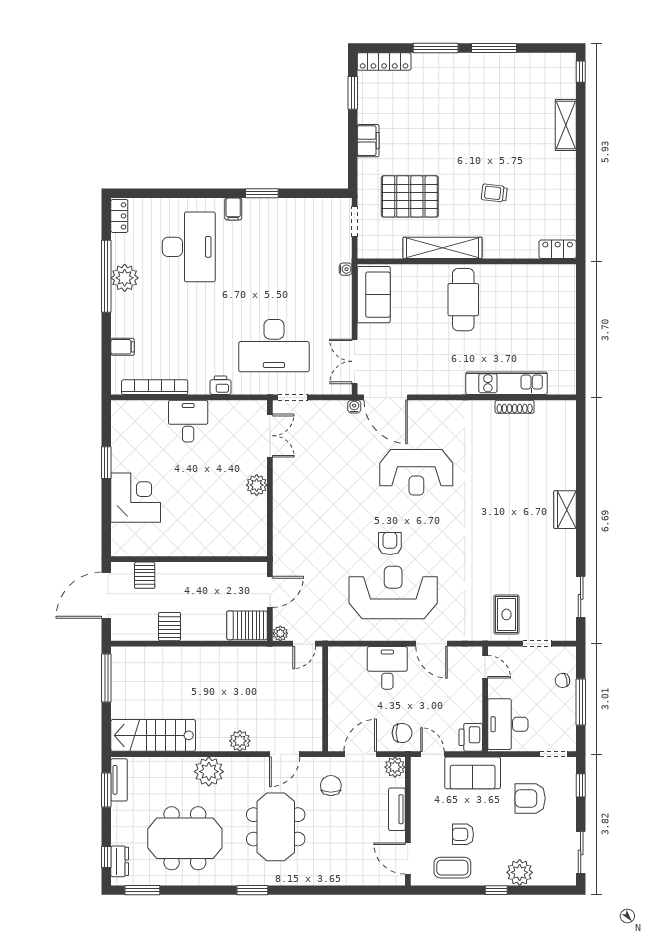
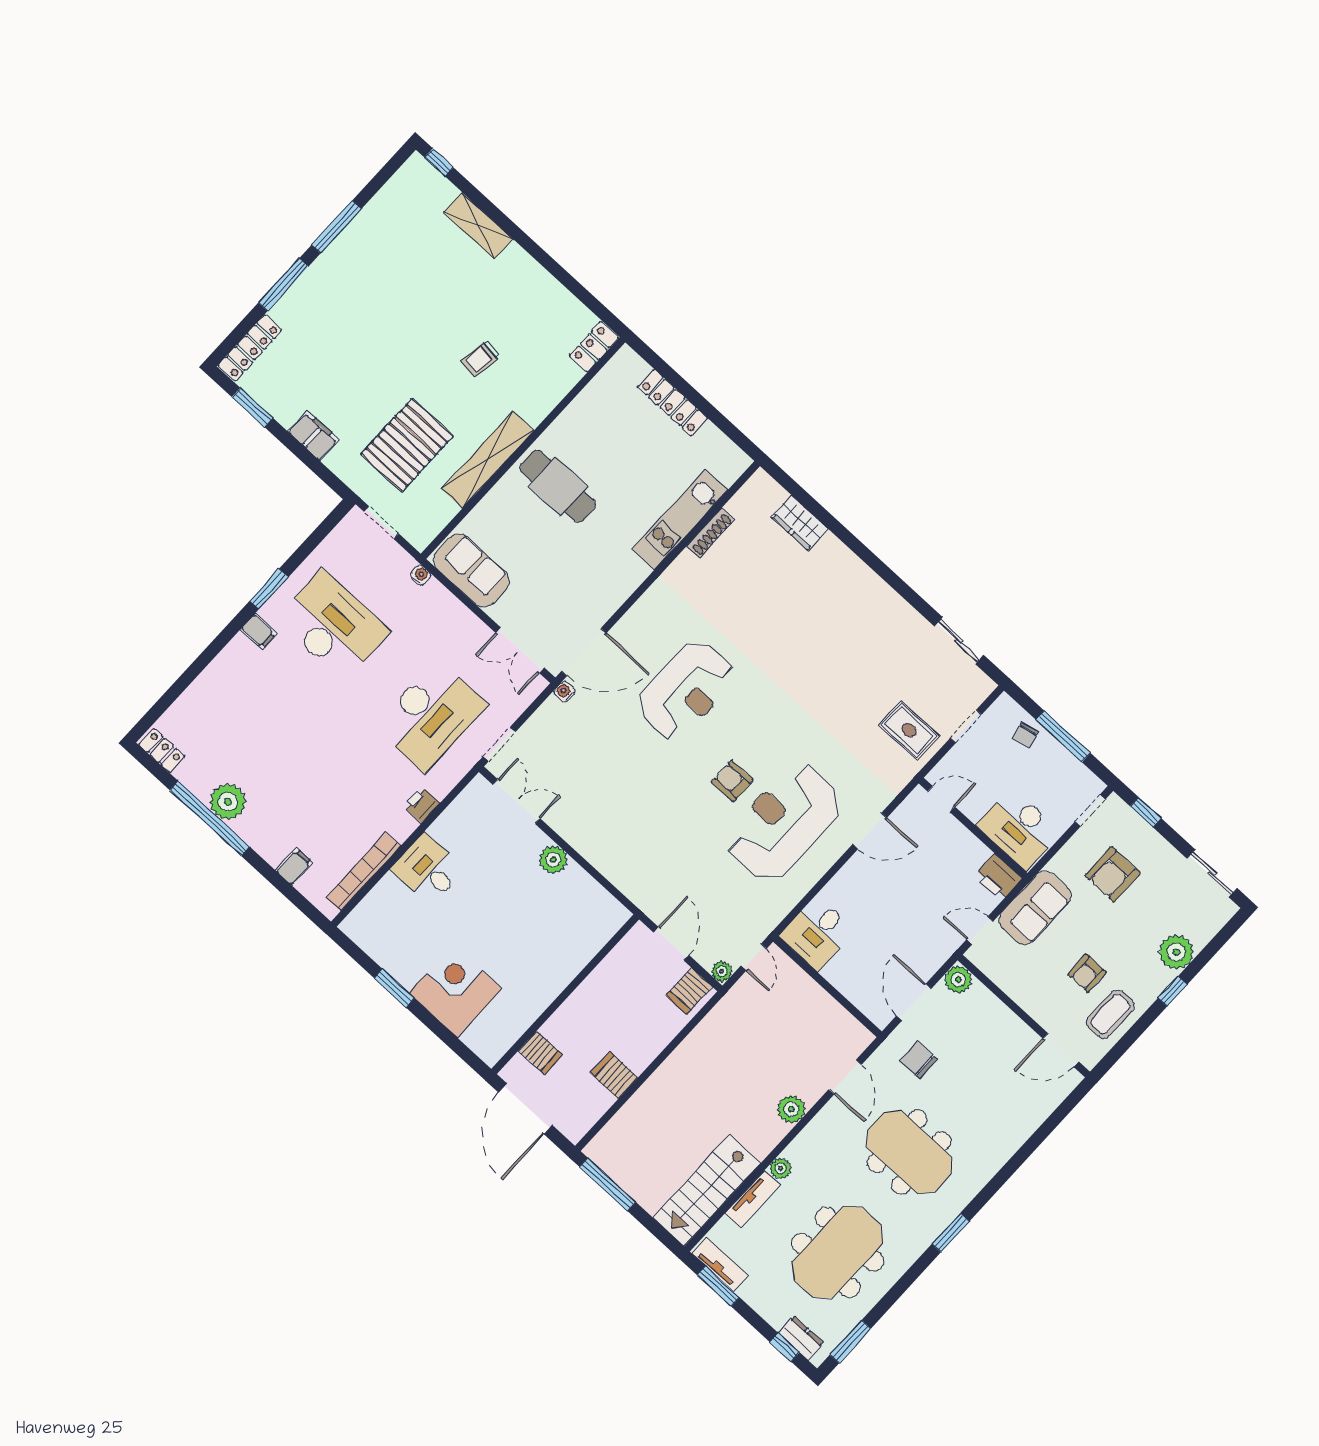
desk: (189, 247) -> (333, 626), moved
locker: (567, 320) -> (672, 403), added
wardrobe: (565, 510) -> (800, 523), moved
server rack: (247, 625) -> (689, 991), width x0.73, depth x0.70
desk: (387, 668) -> (817, 933), moved, turned -90
chair: (402, 733) -> (931, 941), removed
plant: (209, 772) -> (780, 1168), width x0.53, depth x0.53
tv unit: (397, 809) -> (753, 1199), moved, turned -90

